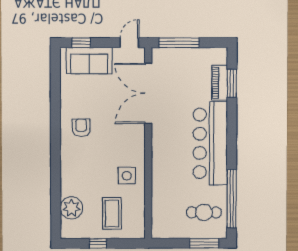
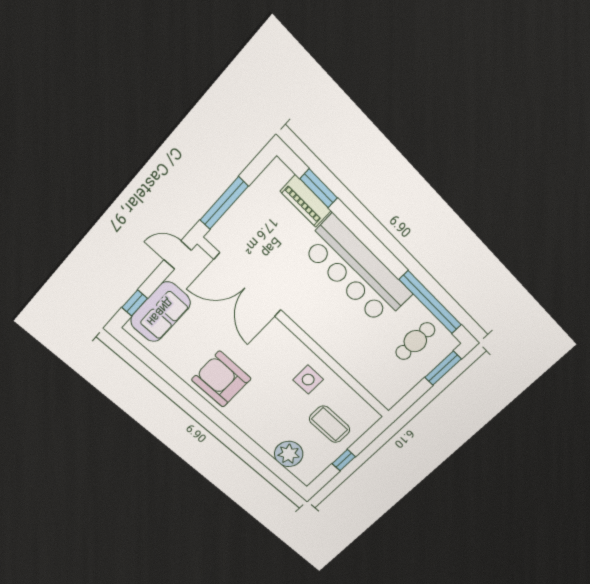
door: (129, 43) -> (178, 255), hinge flipped
armchair: (81, 128) -> (221, 379), width x1.88, depth x1.88

